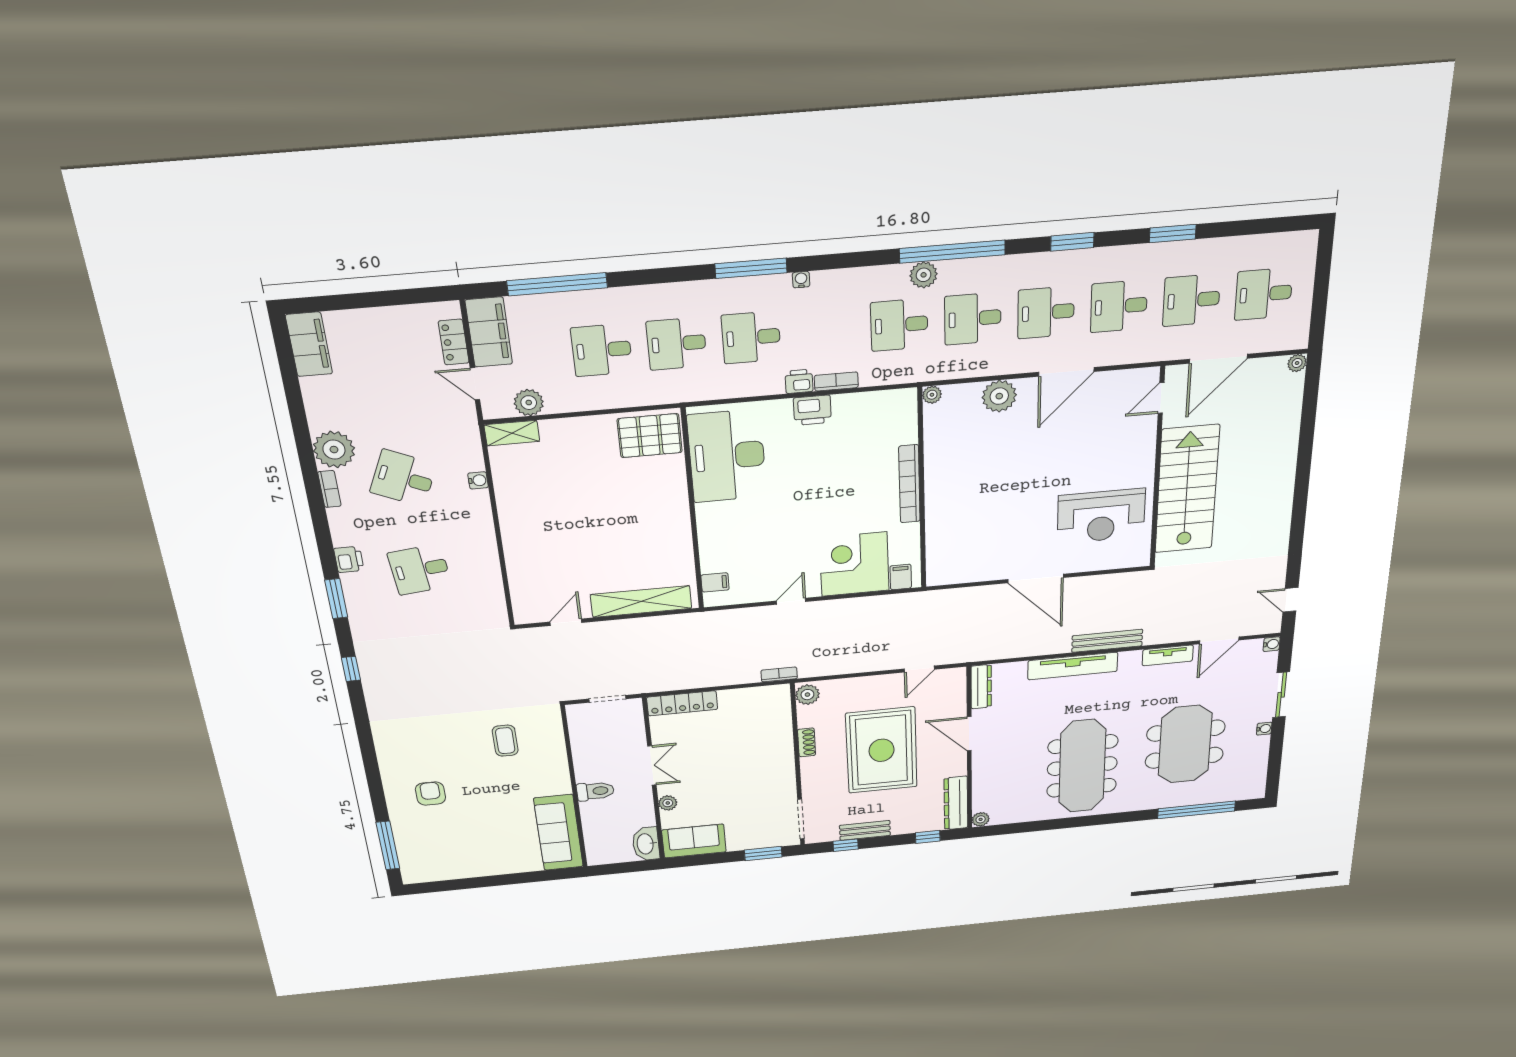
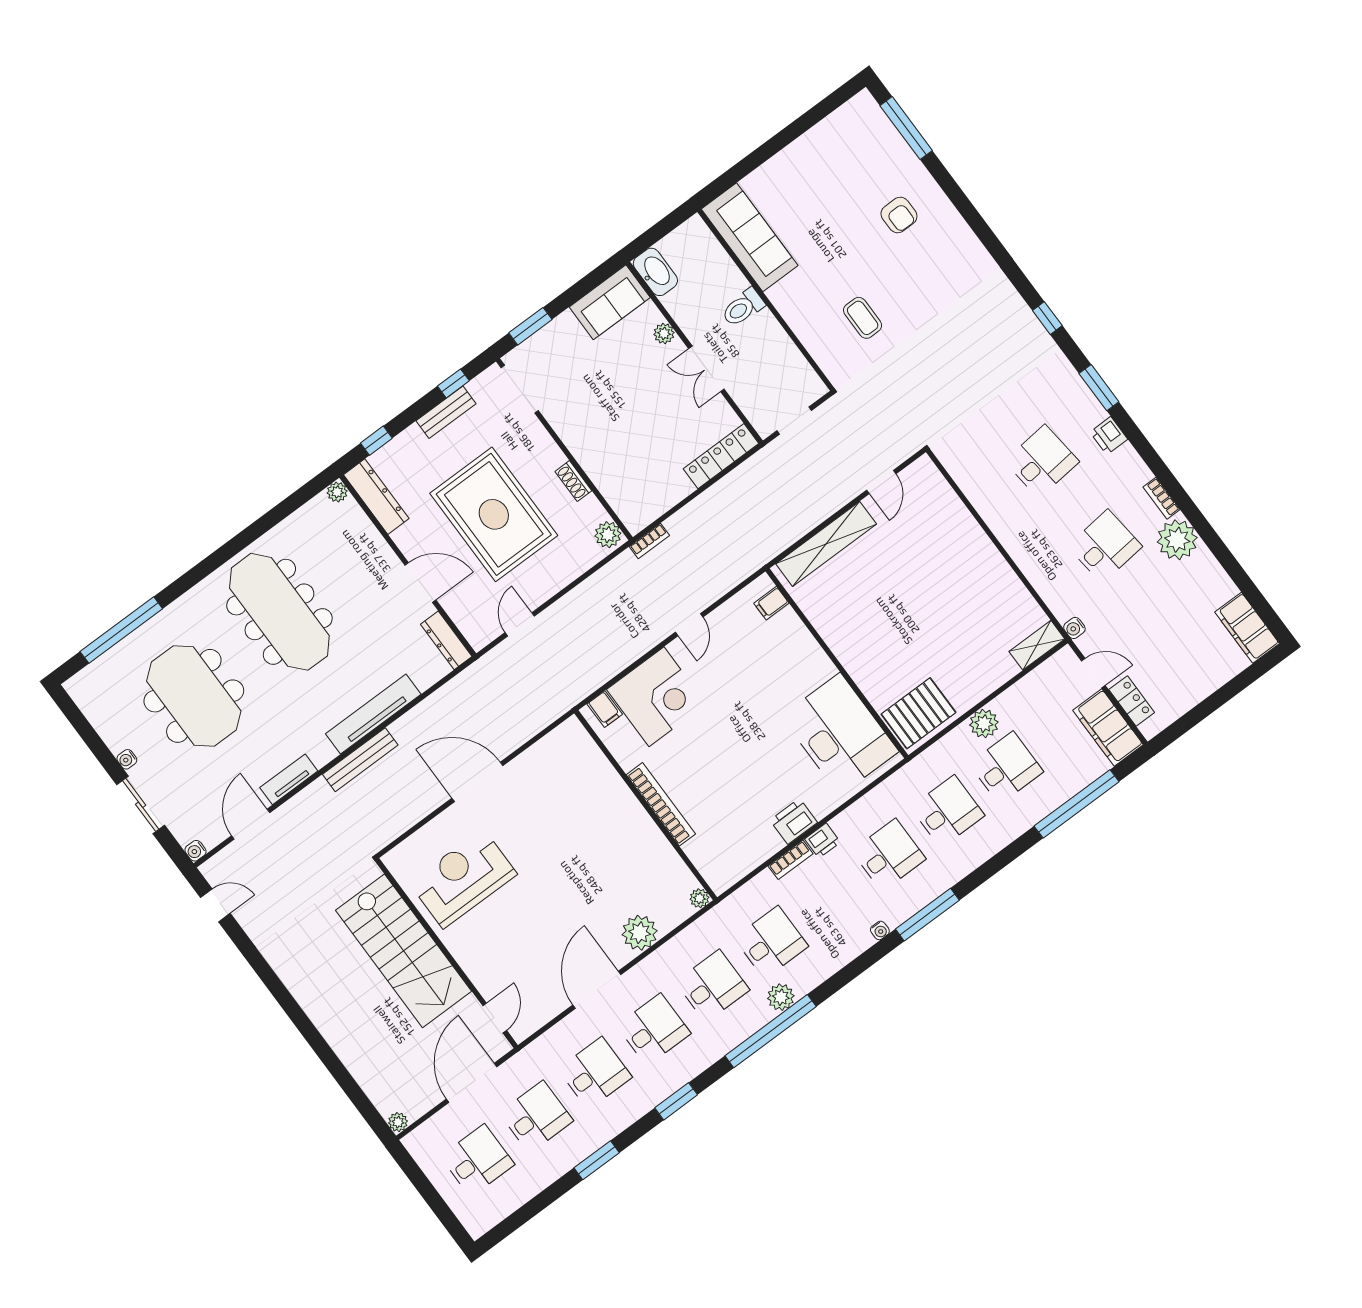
plant: (529, 403) -> (984, 724), moved
desk: (403, 478) -> (1105, 546), turned -30
water cooler: (478, 480) -> (1074, 628), moved

